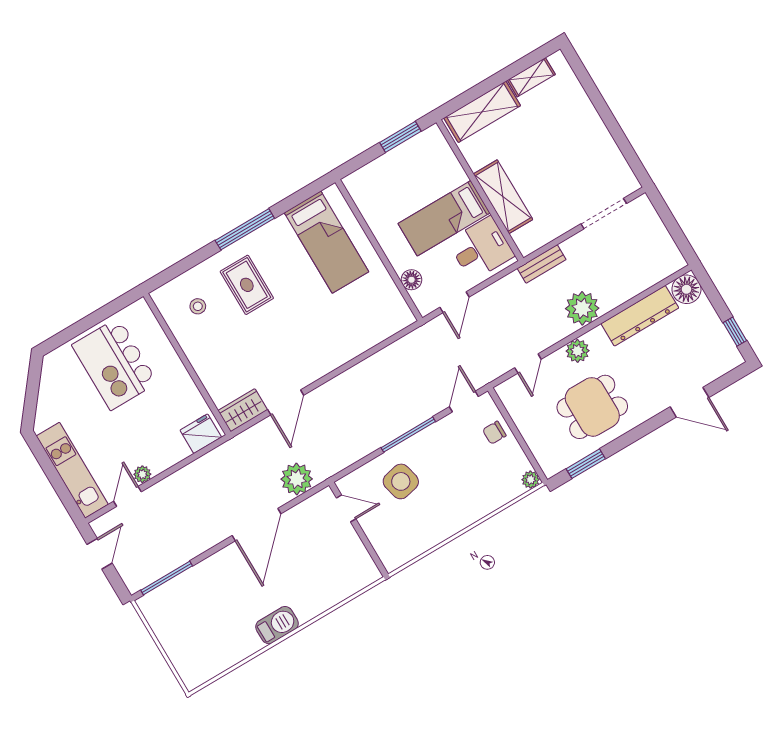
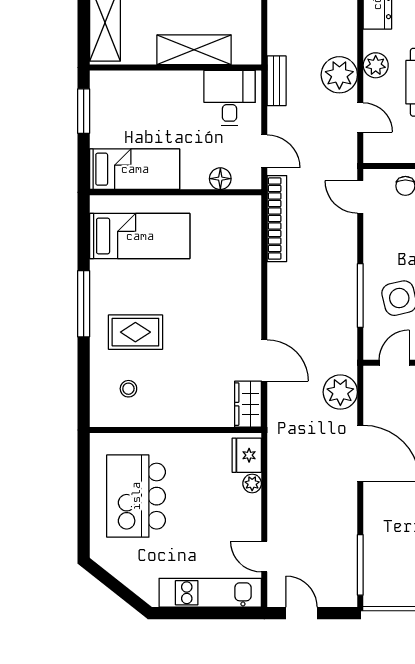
bed: (444, 218) -> (135, 169), moved, turned -90
bench: (542, 264) -> (277, 81), moved
plant: (582, 308) -> (339, 75), moved
bookcase: (406, 345) -> (277, 219), added
kitchen island: (115, 364) -> (136, 496), turned 90
window: (408, 435) -> (360, 296), moved
plant: (142, 474) -> (252, 483), moved

